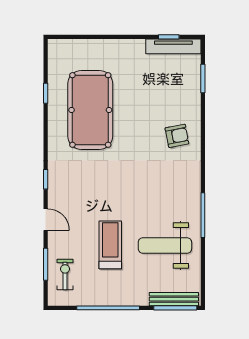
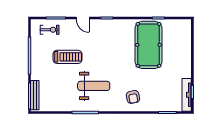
pool table: (90, 110) -> (149, 45), turned 90
door: (46, 220) -> (83, 18), hinge flipped
weight bench: (165, 245) -> (94, 86), moved, turned 90

